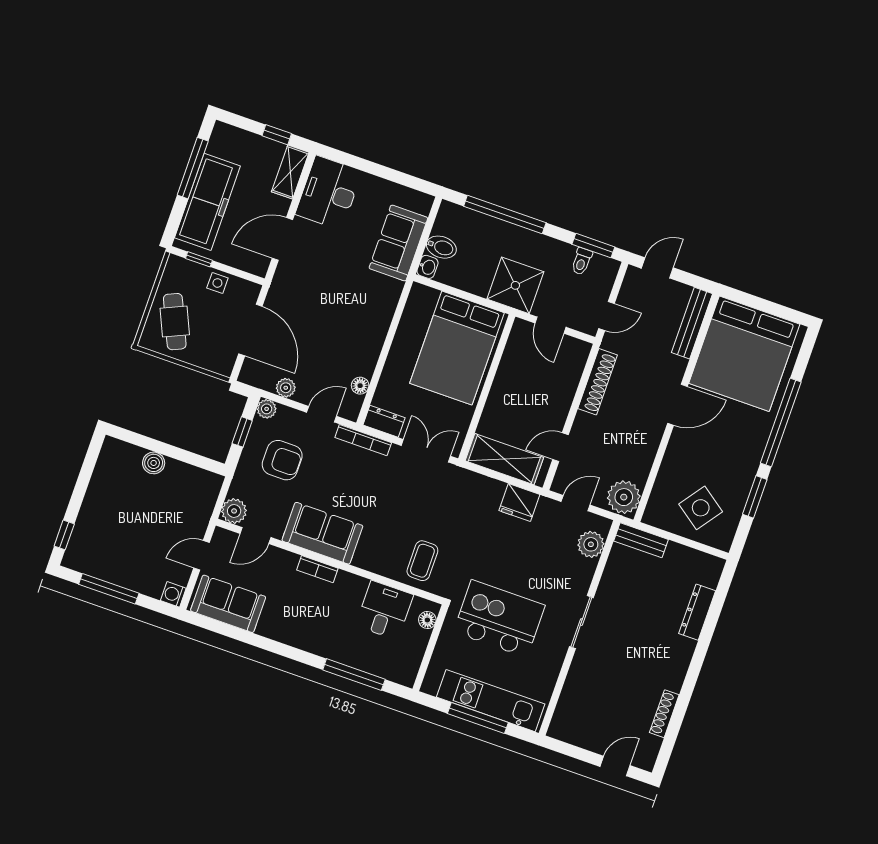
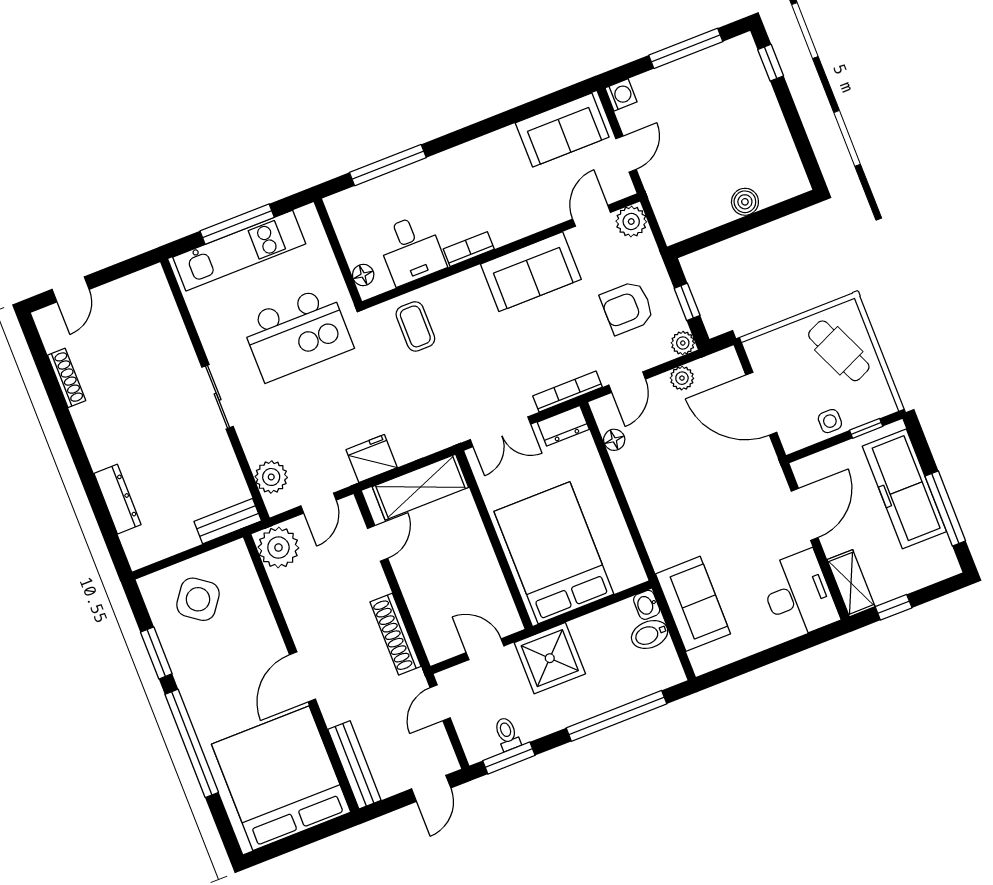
bookcase: (317, 569) -> (469, 249), moved

